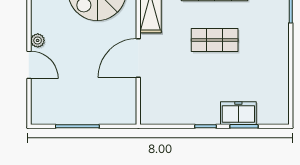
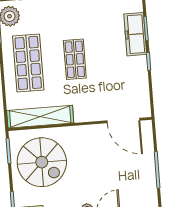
door: (138, 58) -> (123, 121), moved
freezer: (238, 113) -> (135, 34), width x1.40

